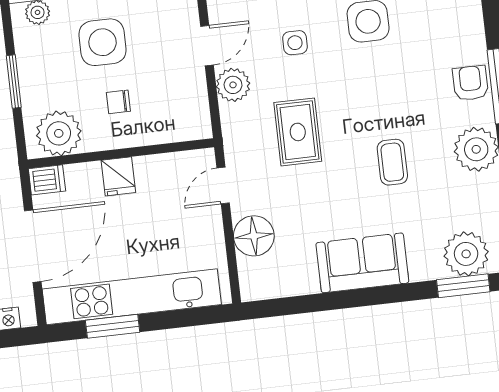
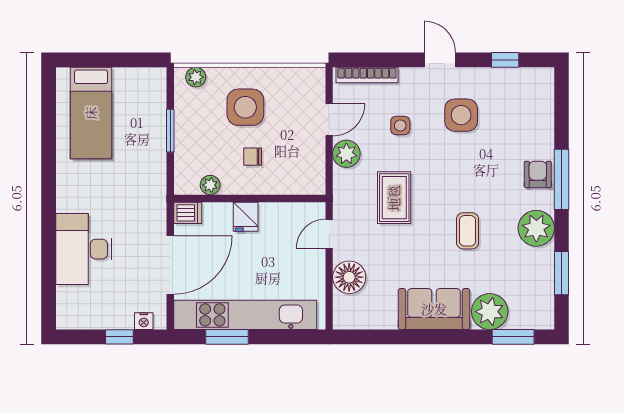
plant: (59, 133) -> (210, 185), width x0.53, depth x0.53
plant: (466, 254) -> (490, 312), moved

